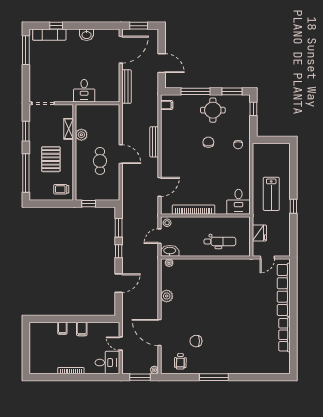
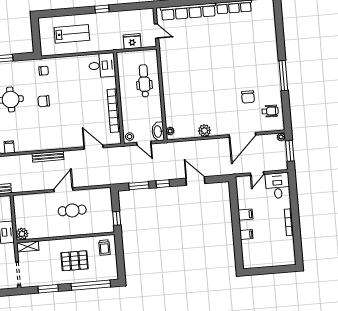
shelving: (69, 129) -> (28, 246), moved
plant: (81, 135) -> (22, 234), moved
lab bench: (271, 194) -> (72, 34), moved

